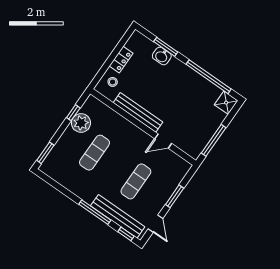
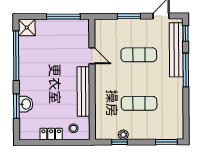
plant: (81, 123) -> (123, 135), width x0.53, depth x0.53

